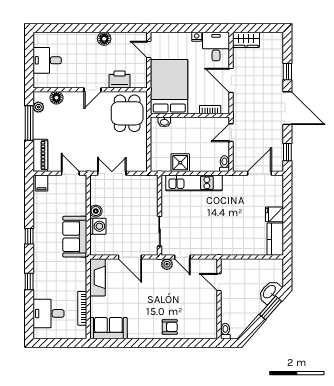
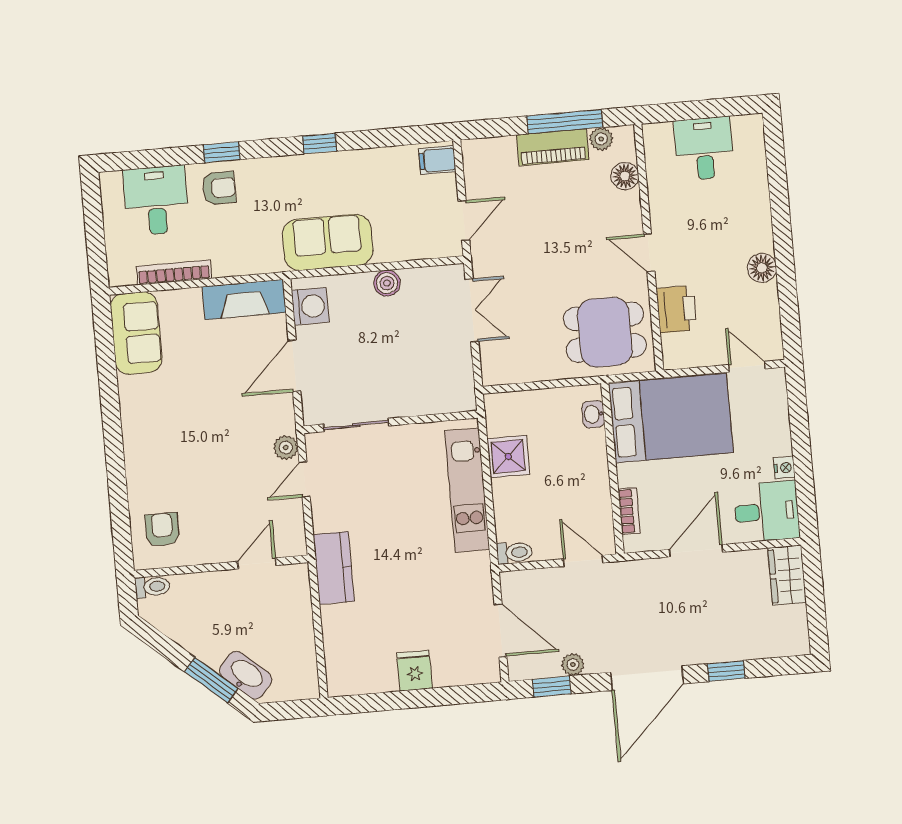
door: (149, 50) -> (747, 367), hinge flipped
plant: (278, 142) -> (573, 665), added
piano: (40, 155) -> (553, 147), moved
washing machine: (98, 226) -> (310, 306), moved, turned -90
kitchen counter: (275, 239) -> (334, 568), moved, turned 90
armchair: (45, 284) -> (219, 188), added
armchair: (170, 327) -> (162, 530), moved, turned 180

